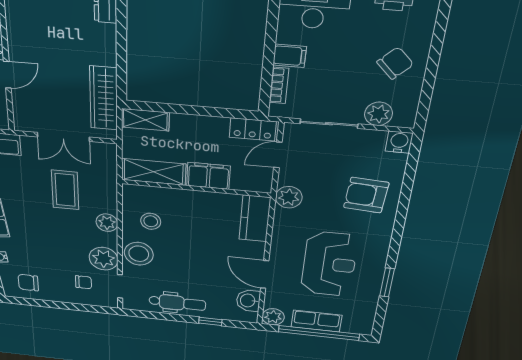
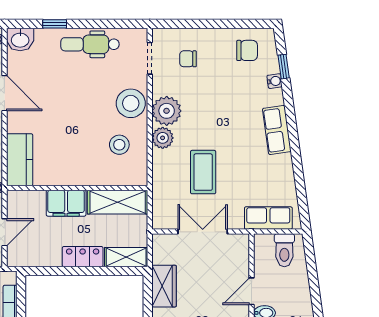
wardrobe: (104, 98) -> (164, 286), width x0.67
locker: (253, 129) -> (83, 257), moved
plant: (104, 259) -> (167, 111), moved
washbasin: (248, 301) -> (20, 40), moved, turned 90

